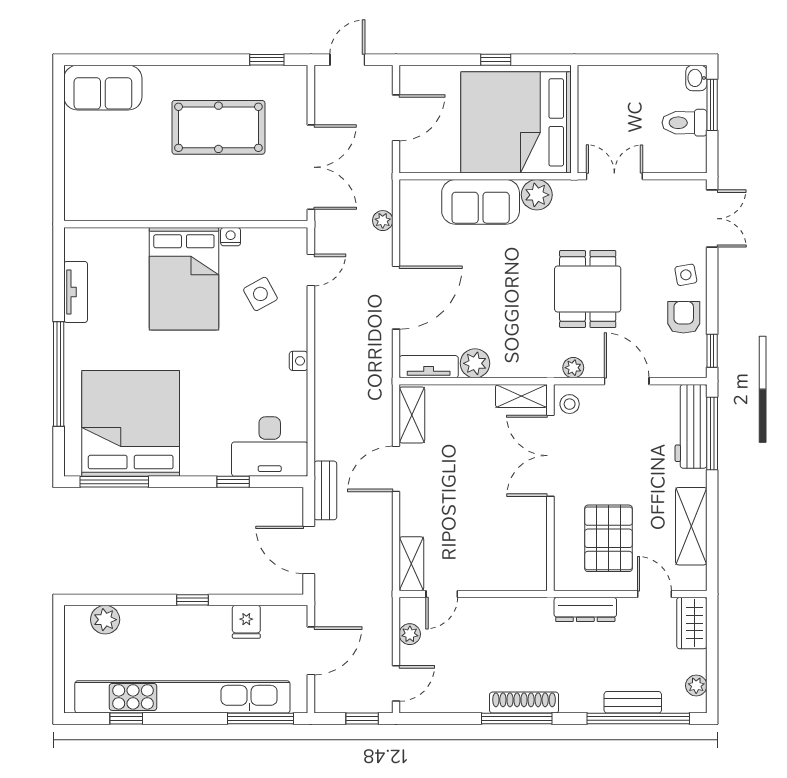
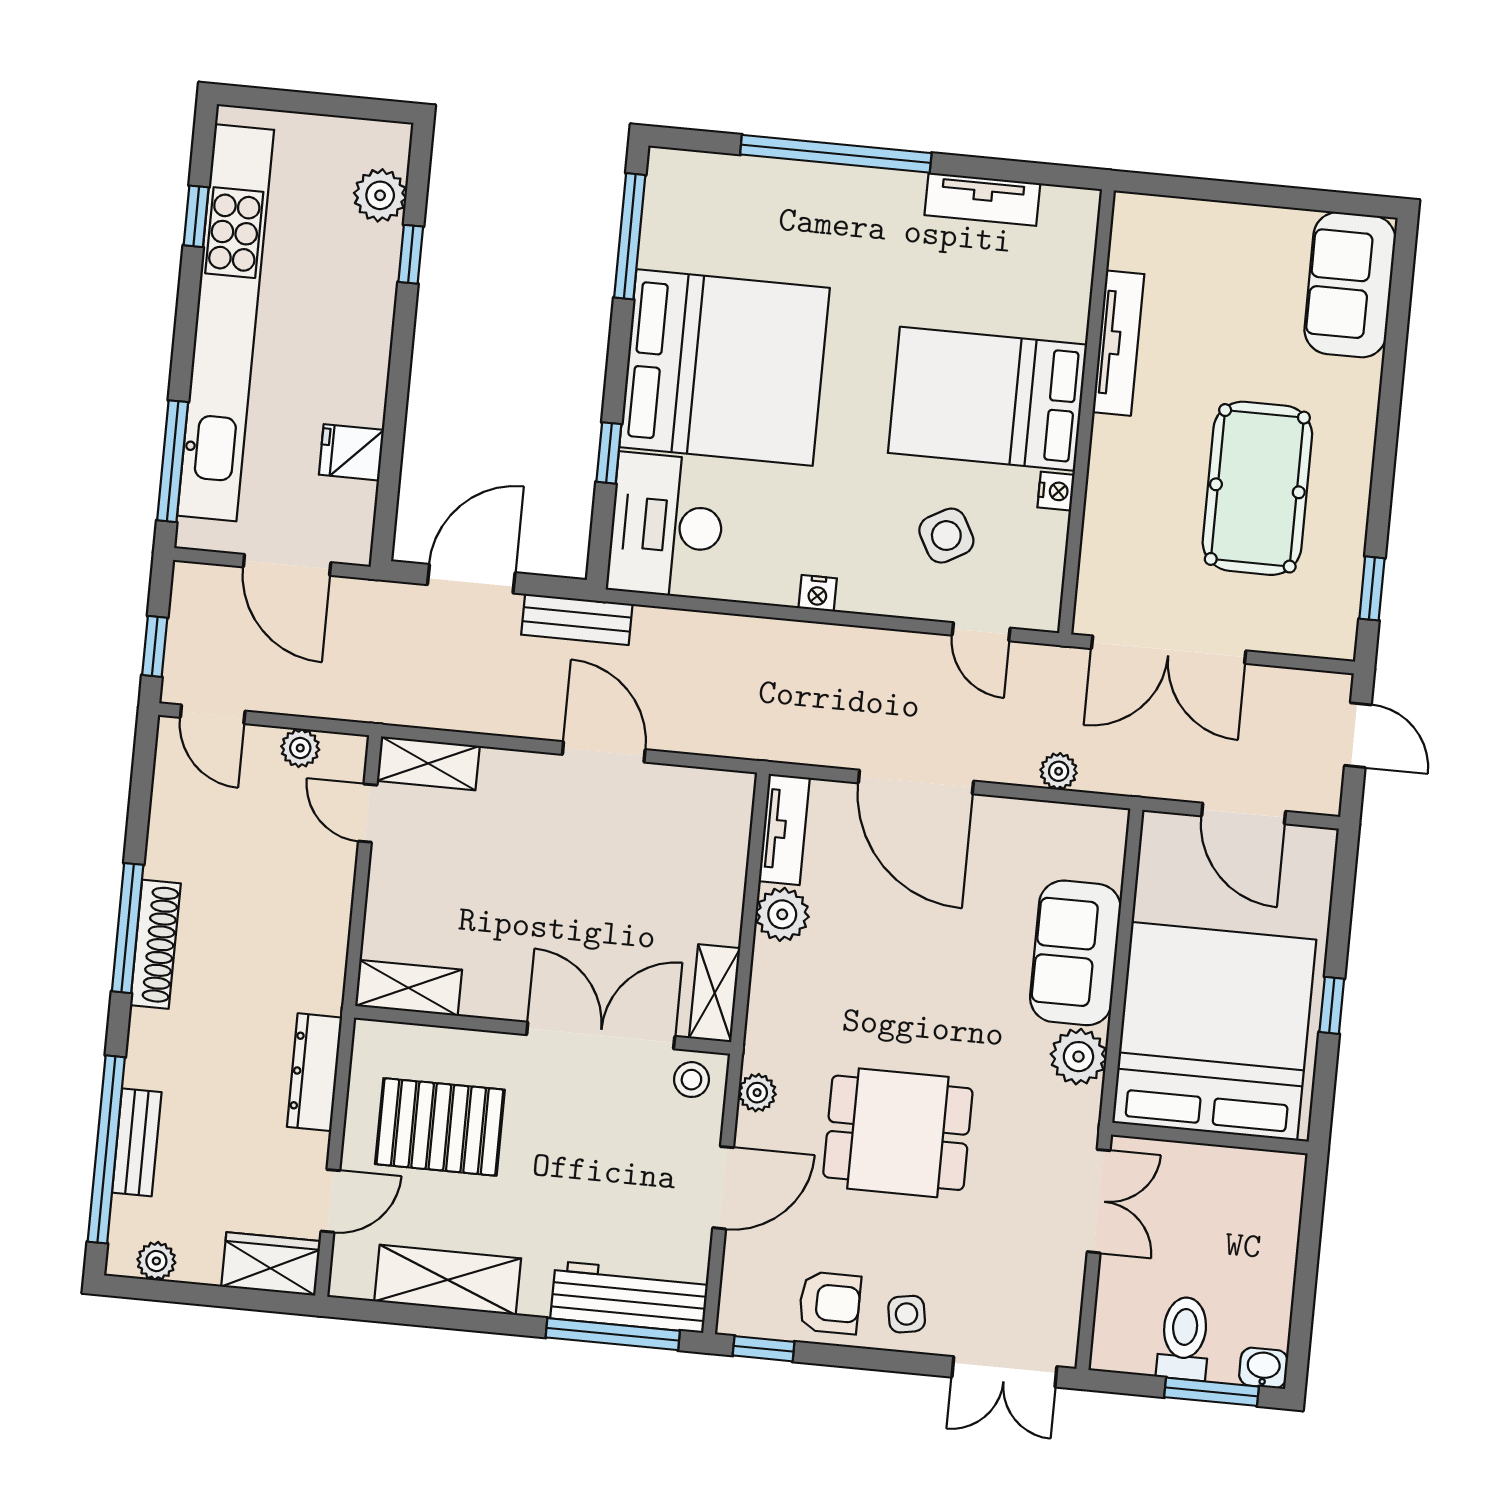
tv unit: (147, 210) -> (1118, 343), added
shelving: (412, 415) -> (409, 988), moved
bed: (131, 423) -> (725, 368), moved
window: (192, 600) -> (411, 254), moved

